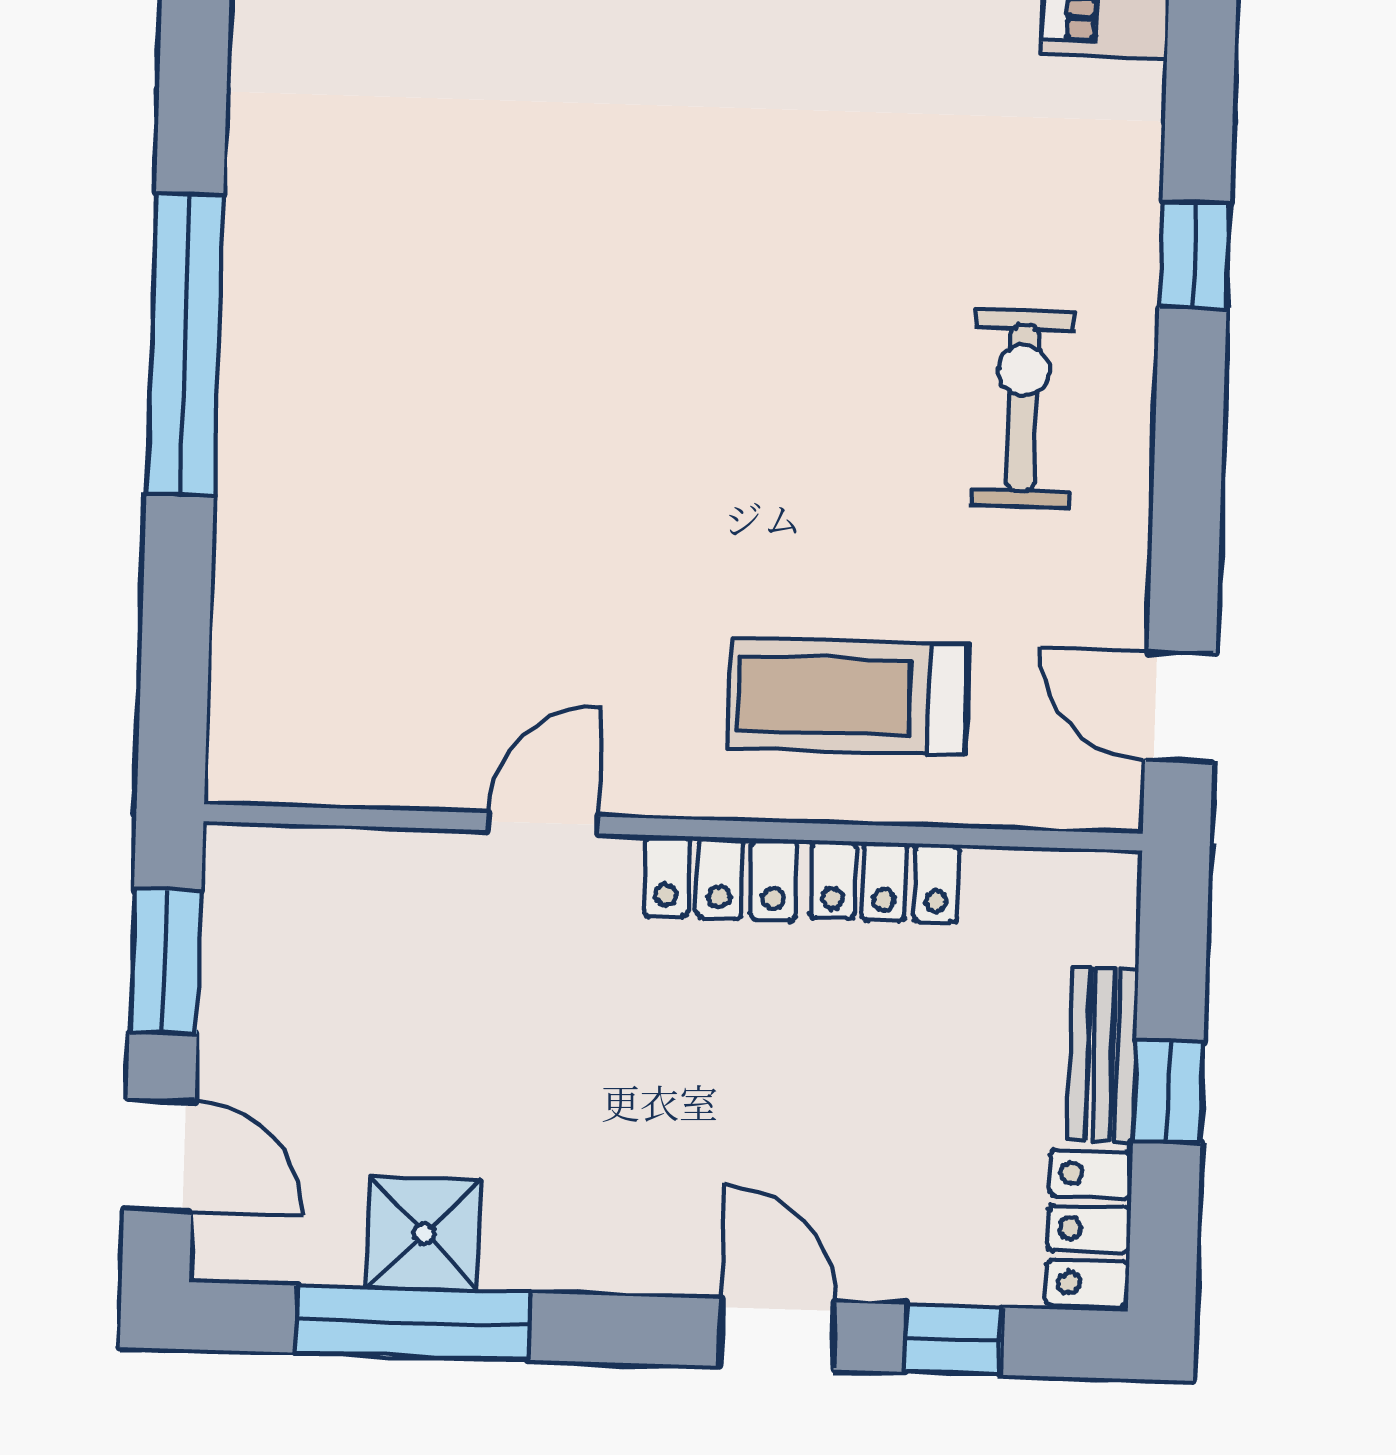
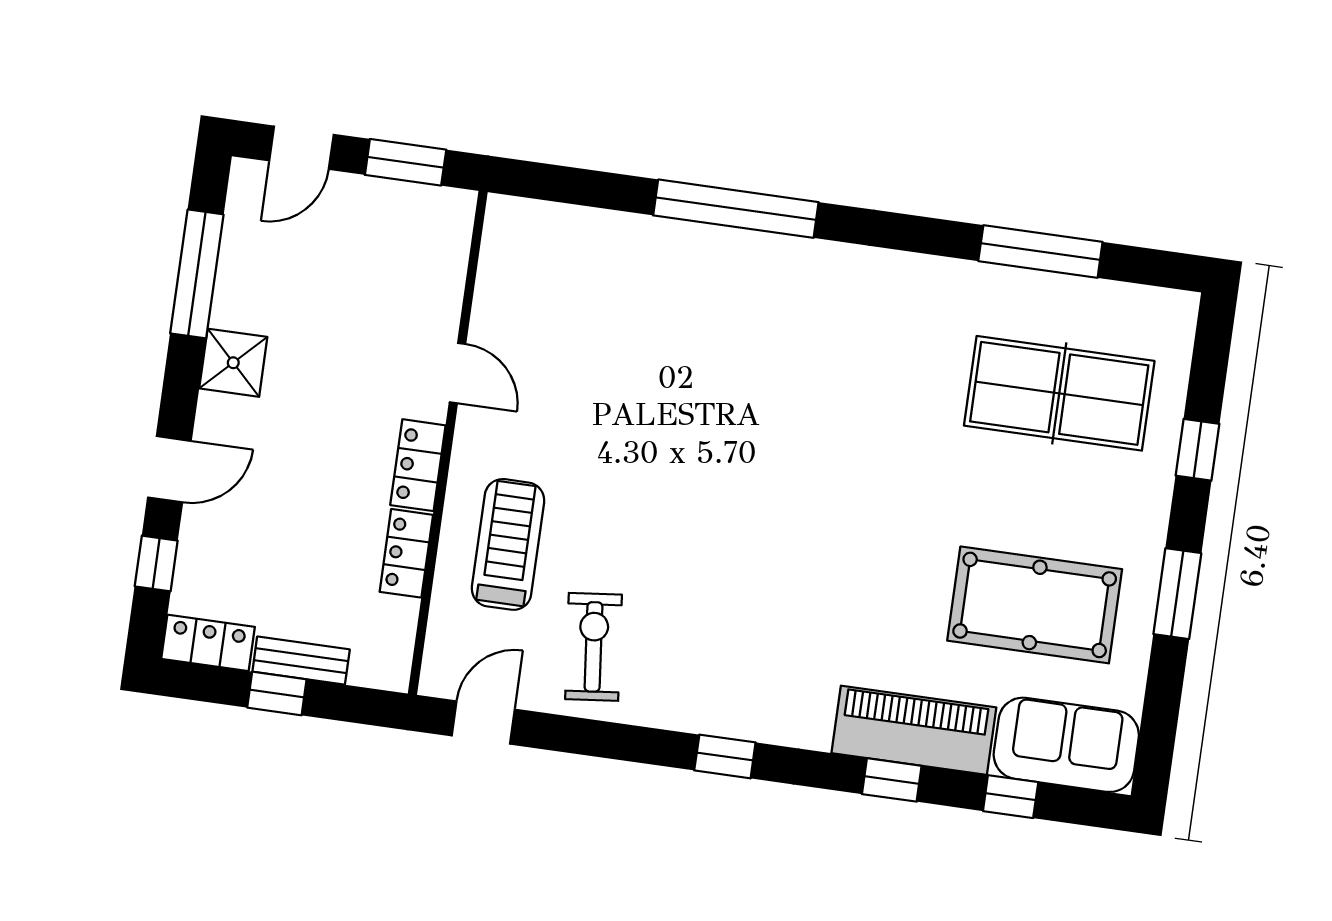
exercise bike: (1023, 408) -> (593, 647), moved, turned -96
shower: (424, 1234) -> (233, 363), moved

